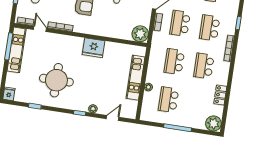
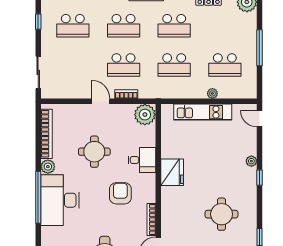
desk: (106, 26) -> (142, 160), added
round table: (56, 80) -> (222, 214), width x0.73, depth x0.73
door: (113, 118) -> (259, 119), moved

